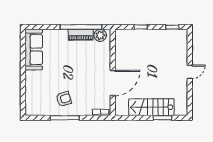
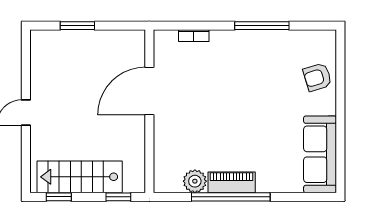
wall: (113, 72) -> (149, 111), moved
door: (113, 83) -> (149, 91), moved
armchair: (64, 99) -> (317, 77), moved
stairs: (151, 107) -> (80, 177), moved, turned 180

